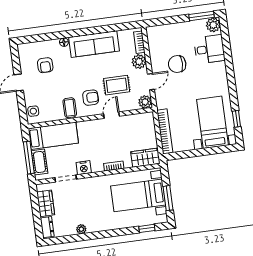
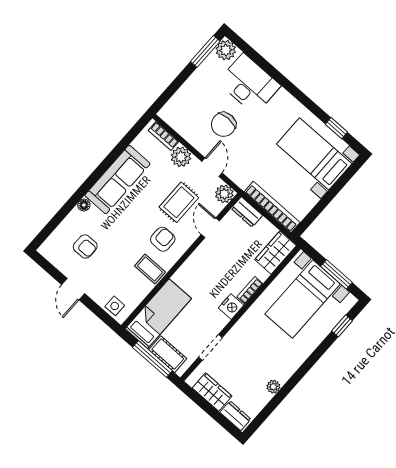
desk: (209, 49) -> (249, 84), width x1.37
door: (111, 115) -> (210, 228), moved
dresser: (149, 122) -> (247, 212), added
nightstand: (84, 168) -> (231, 307), moved

